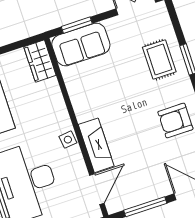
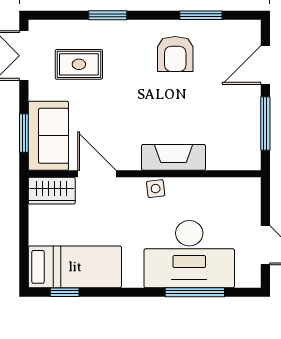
rug: (159, 60) -> (79, 64), moved
door: (97, 189) -> (97, 174), moved

